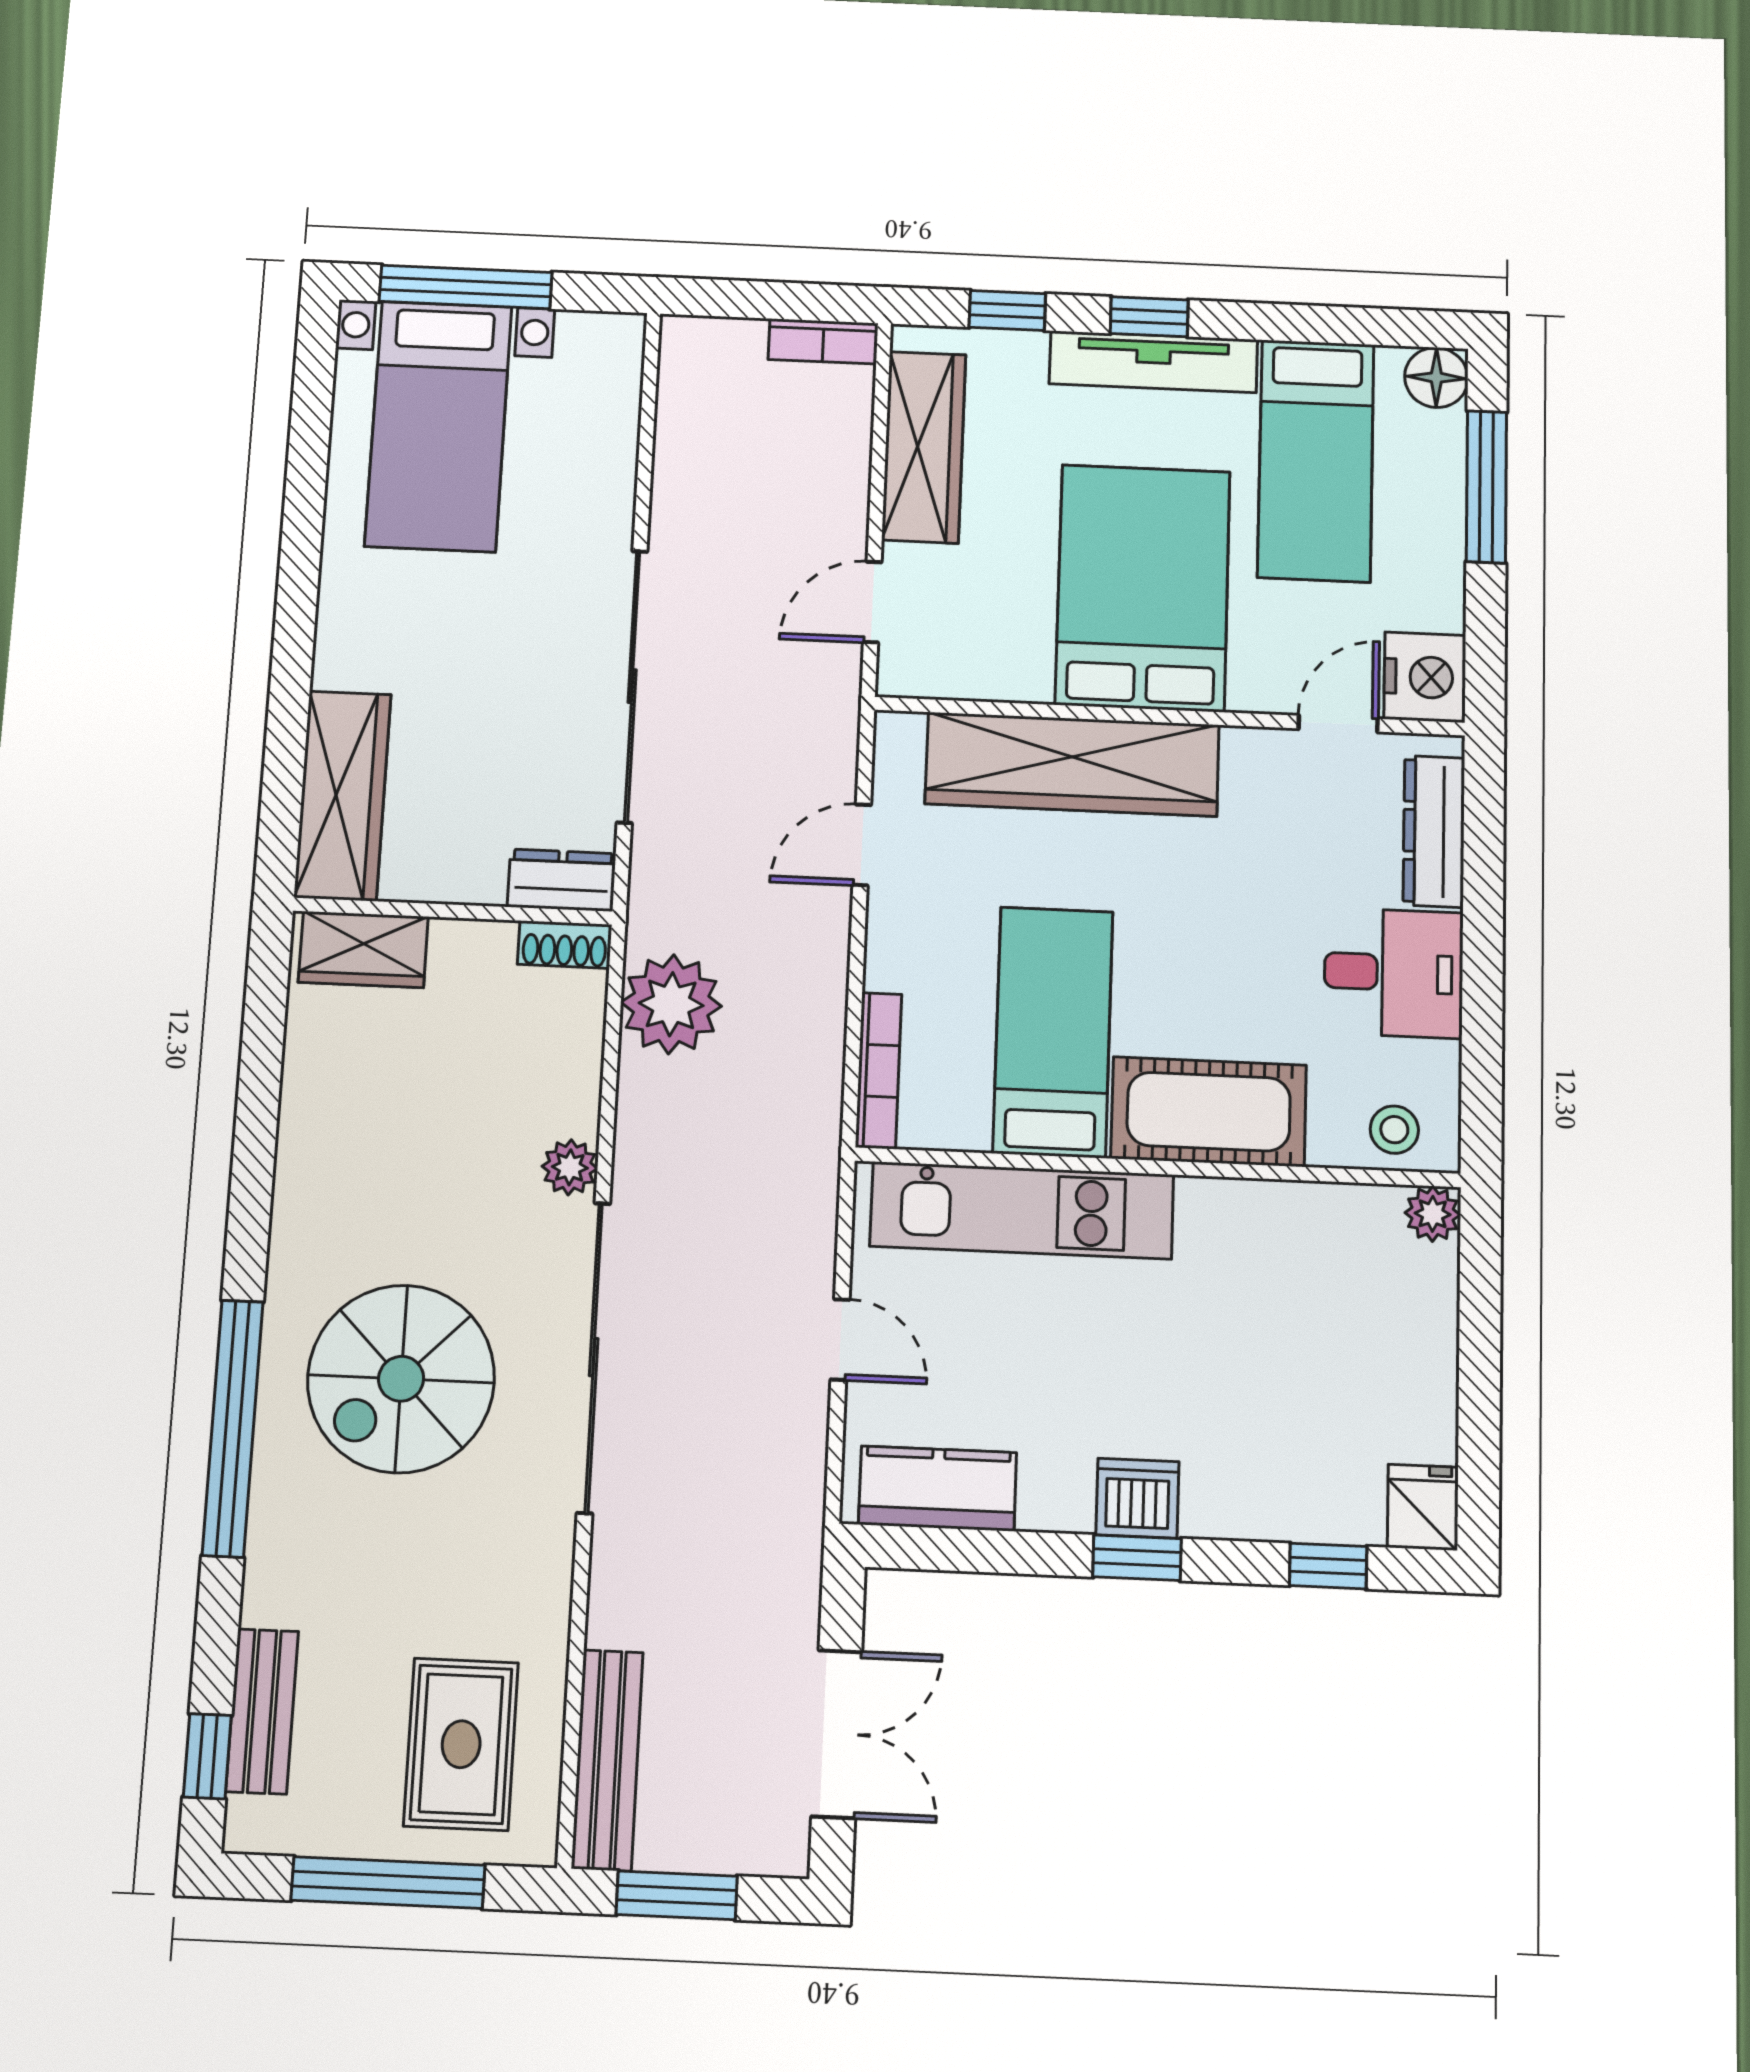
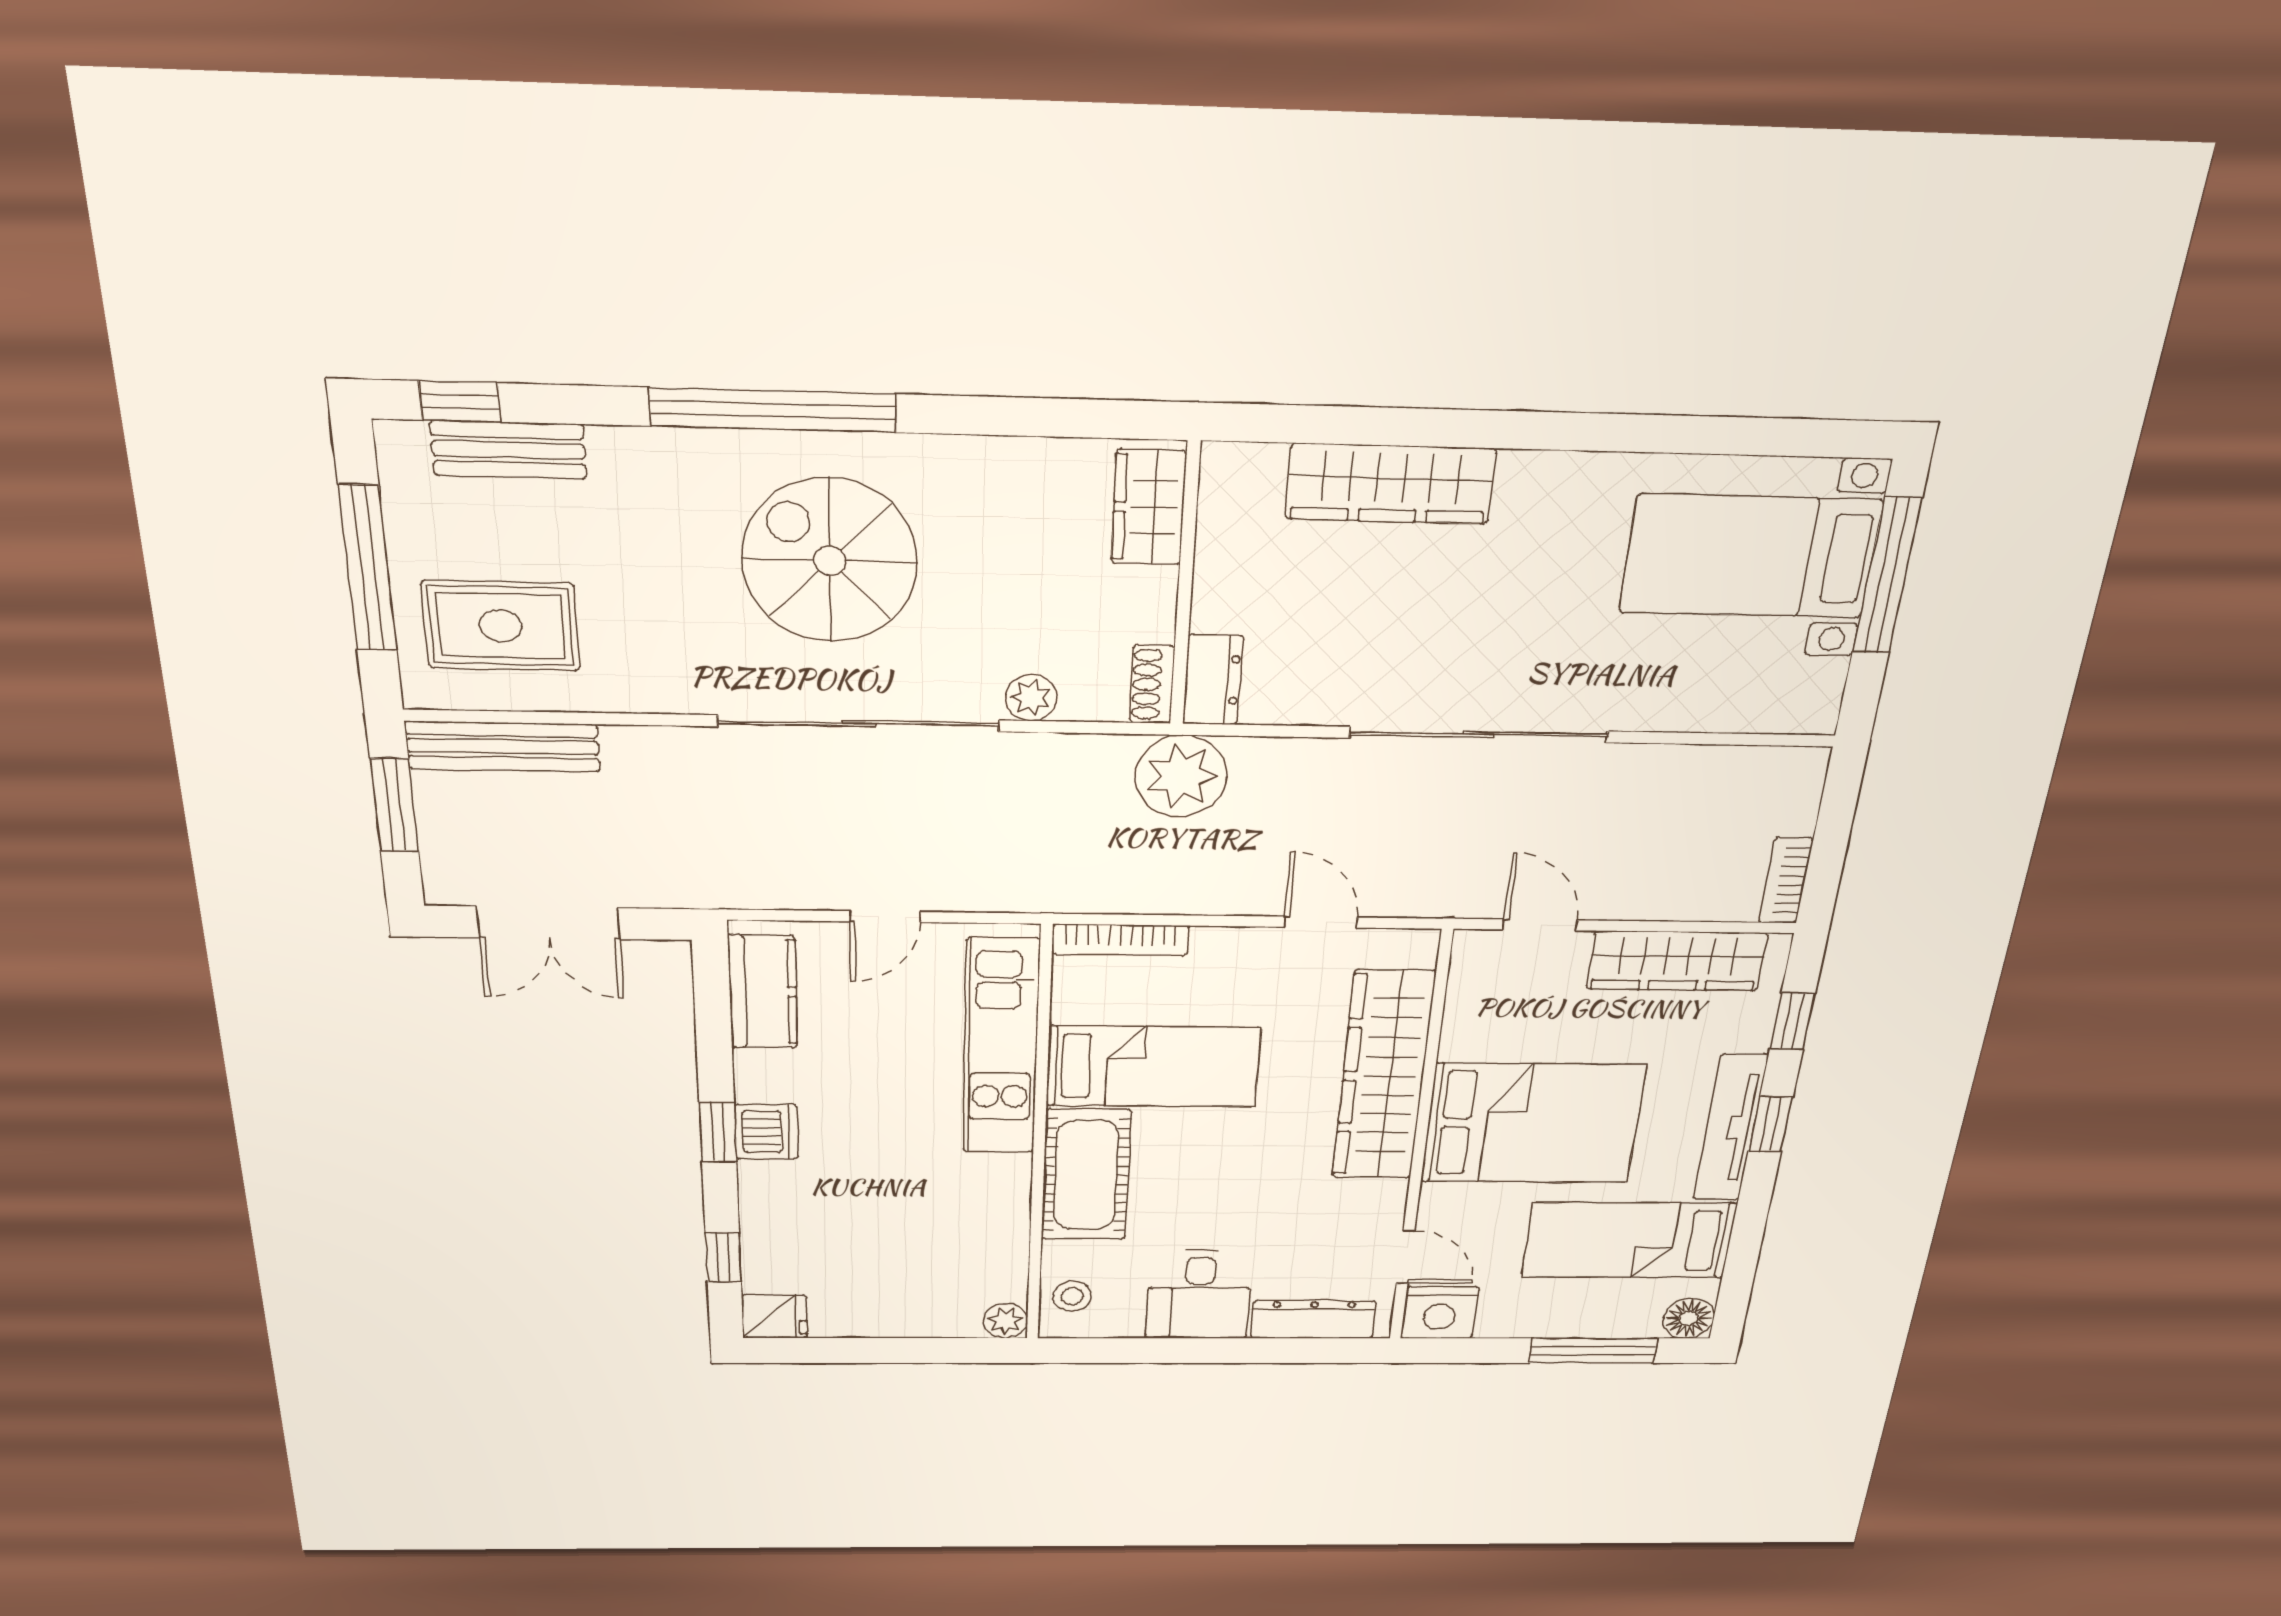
dresser: (562, 880) -> (1213, 680), moved
wall: (453, 911) -> (1185, 586), moved
shoe rack: (565, 945) -> (1152, 684), moved
wardrobe: (363, 949) -> (1149, 507), moved

